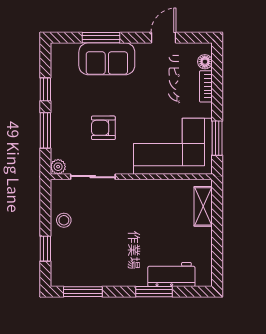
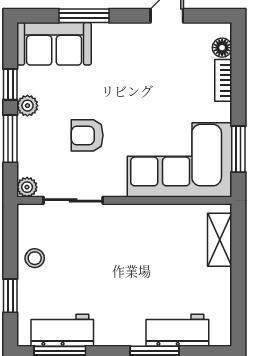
sofa: (107, 59) -> (54, 44), moved
plant: (58, 105) -> (27, 106), added
workbench: (85, 275) -> (62, 330), added

